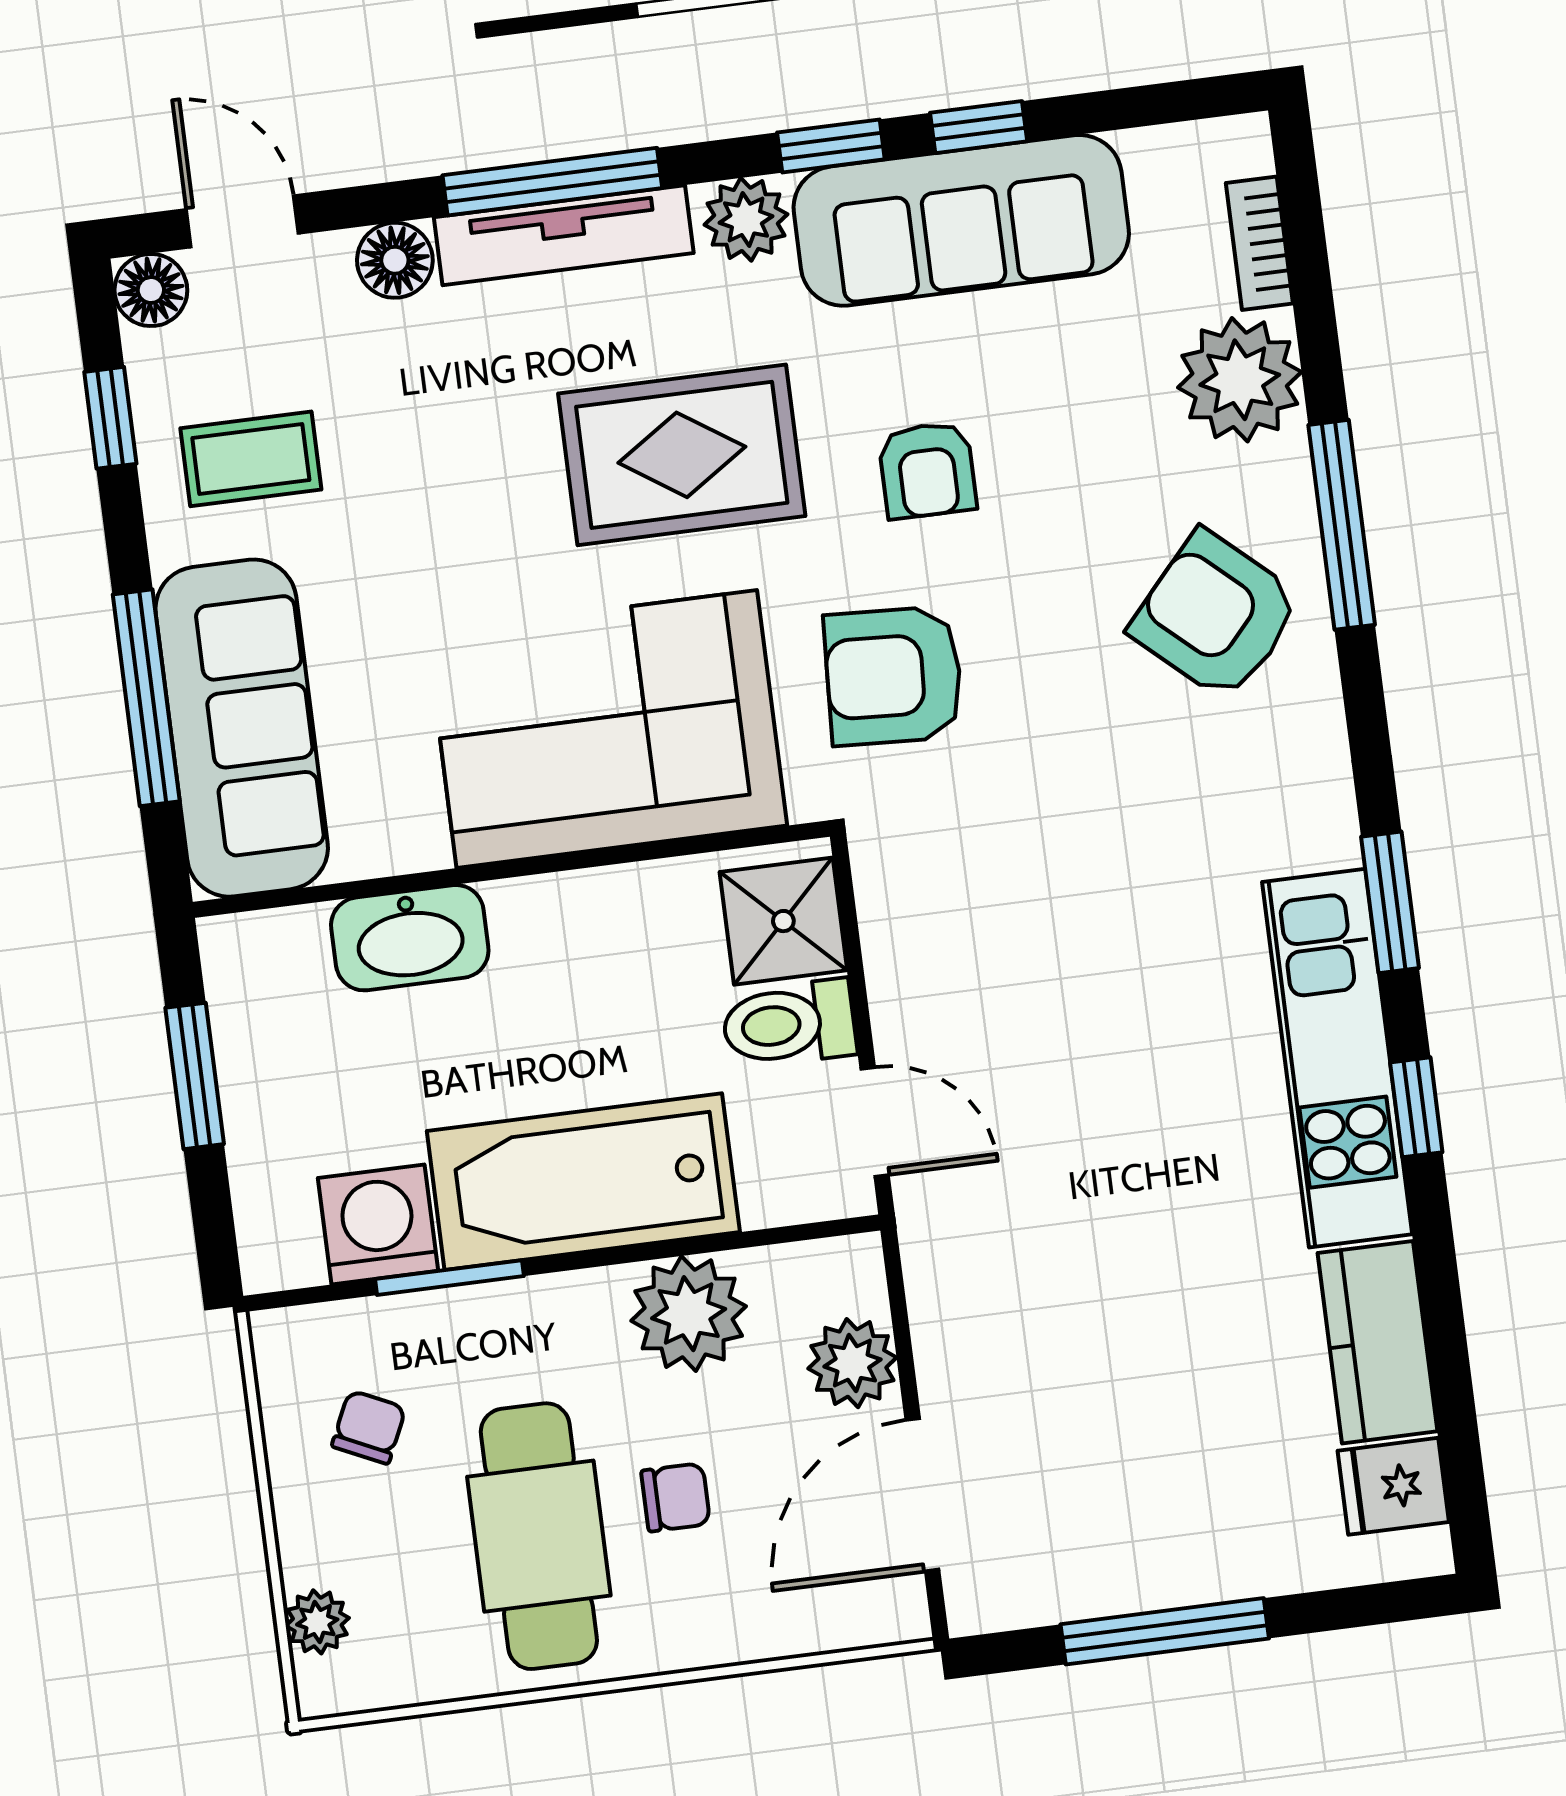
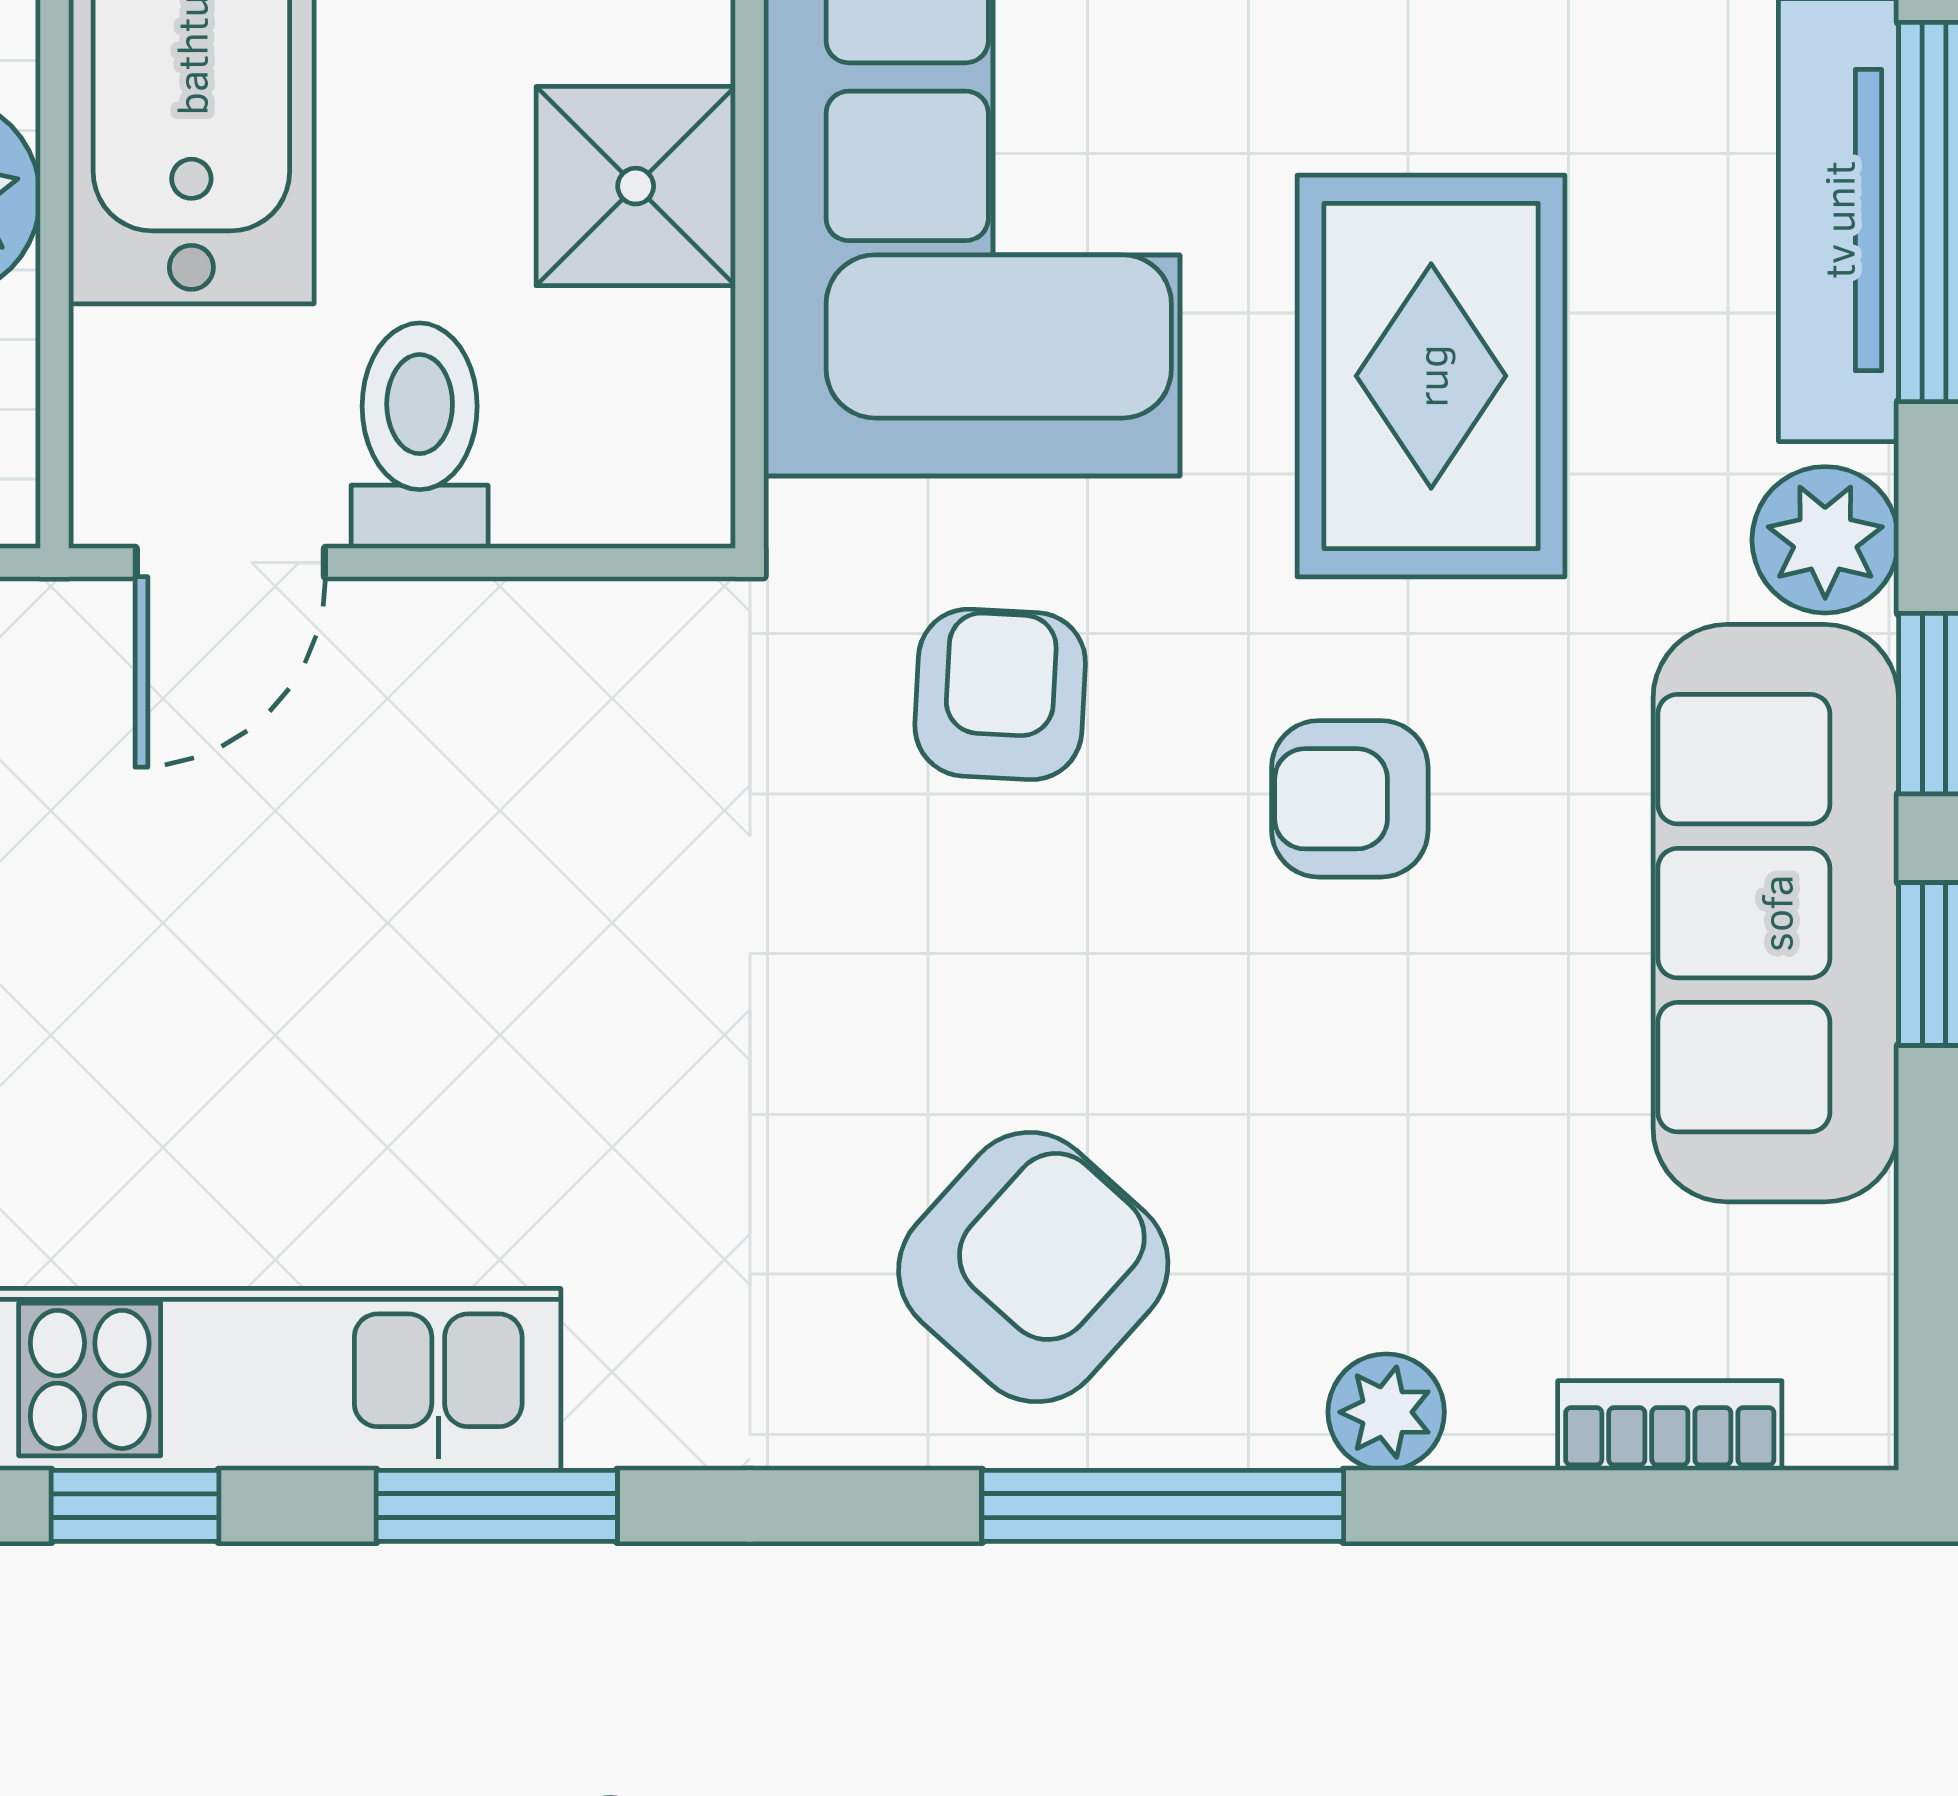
plant: (1240, 380) -> (1386, 1412), width x0.53, depth x0.53
armchair: (894, 676) -> (1000, 694), width x0.72, depth x0.72
shower: (783, 921) -> (636, 186), moved

